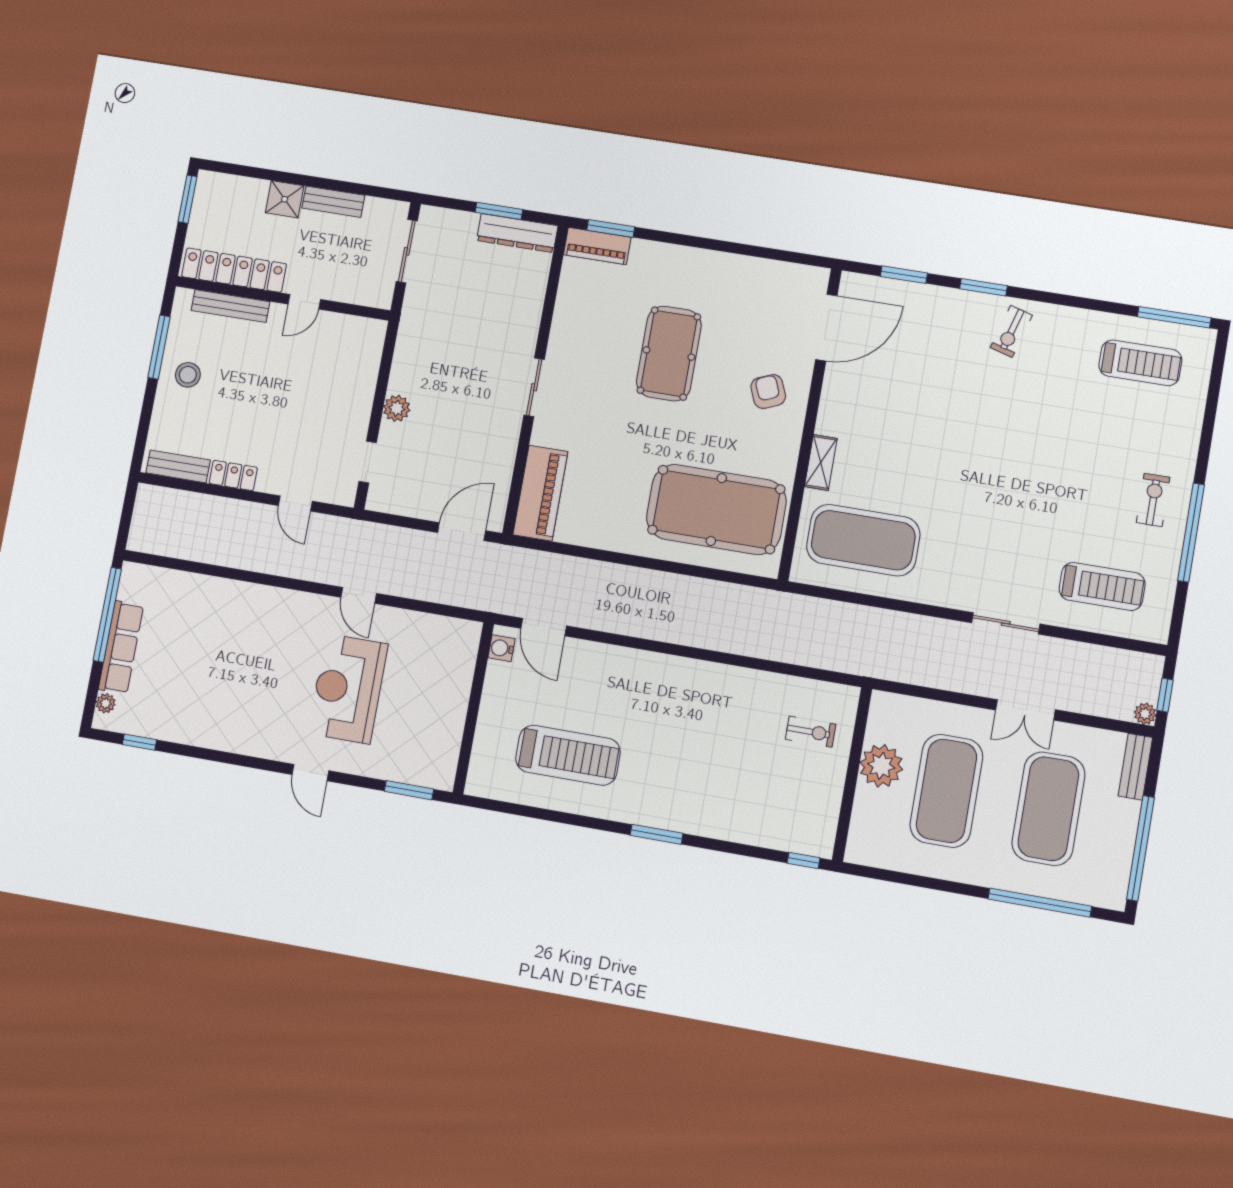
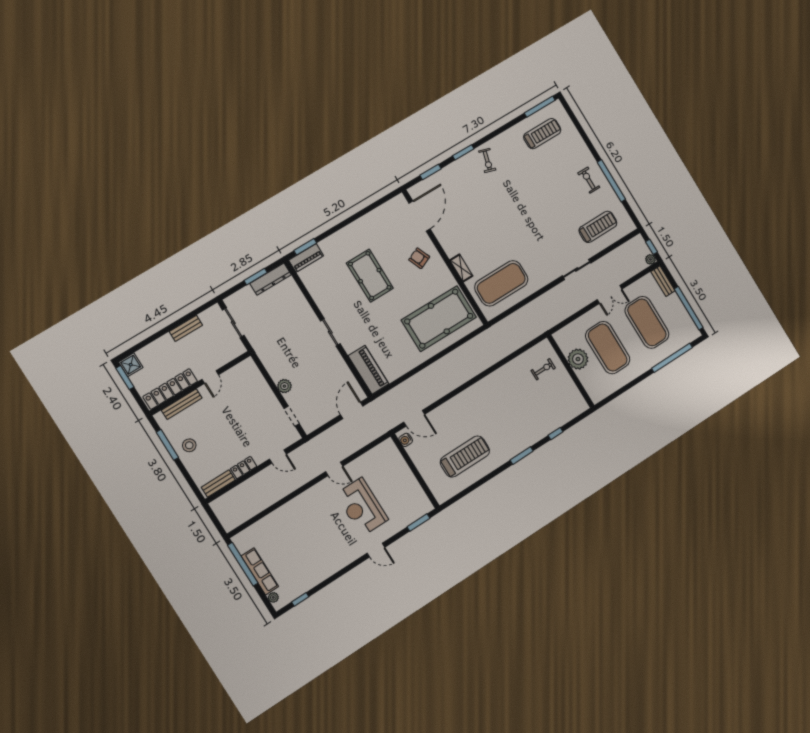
shower: (285, 199) -> (131, 365), moved
window: (804, 860) -> (555, 434), moved

